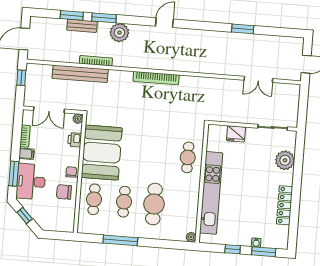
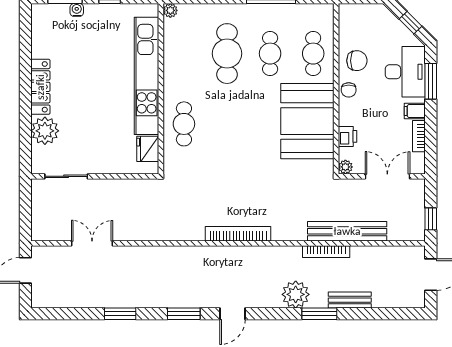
window: (72, 15) -> (184, 314), moved
fridge: (236, 134) -> (148, 149), moved, turned -90
locker: (285, 205) -> (40, 87), moved

